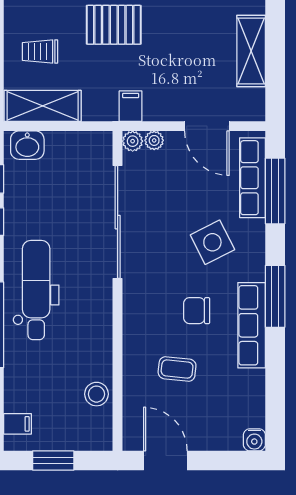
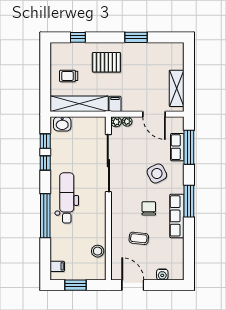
shelving: (251, 51) -> (177, 88), moved
shelving: (43, 106) -> (79, 104), width x1.47
row of seats: (252, 178) -> (177, 147), width x0.68
chair: (197, 311) -> (149, 208), turned 90
water cooler: (254, 440) -> (162, 274), moved

